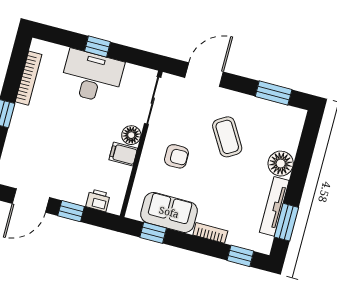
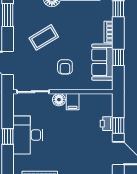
armchair: (176, 156) -> (65, 67), turned 180
printer: (98, 200) -> (107, 124), moved
window: (153, 233) -> (118, 57), moved

